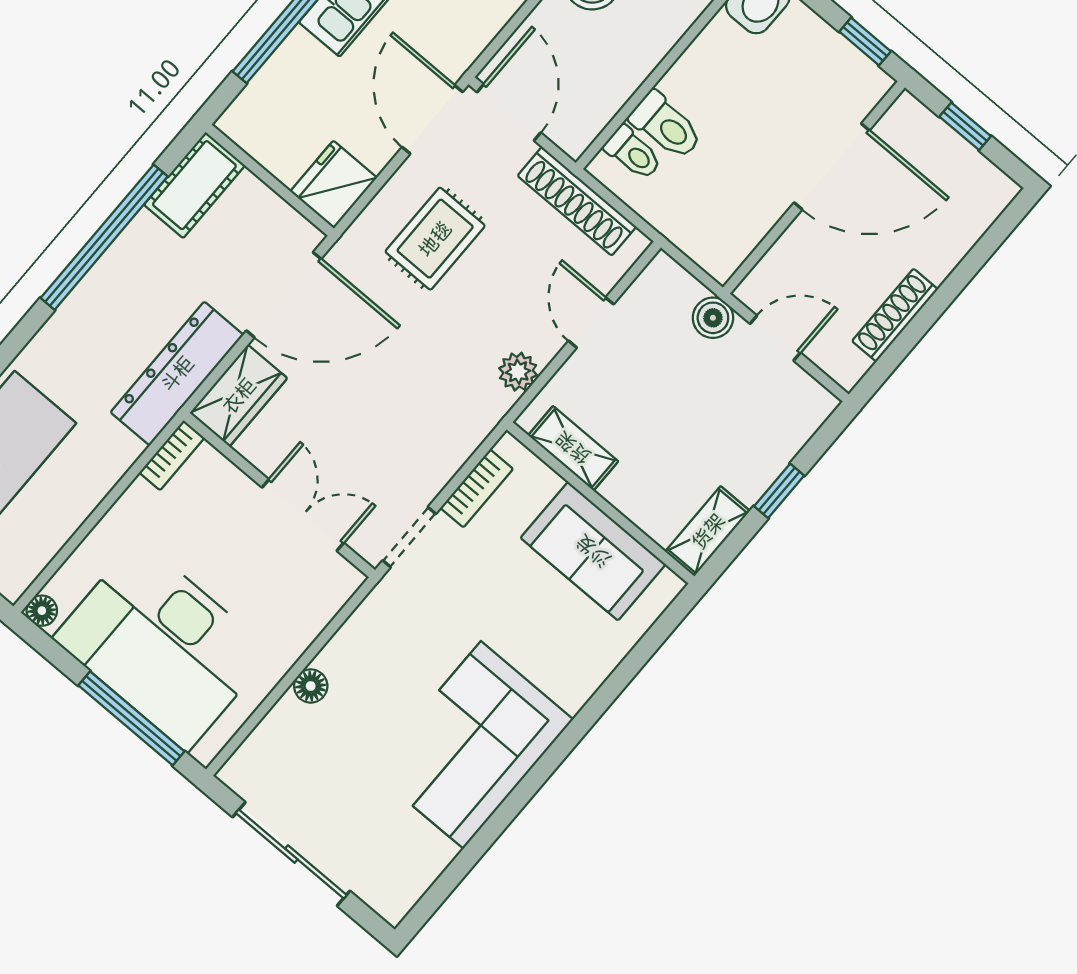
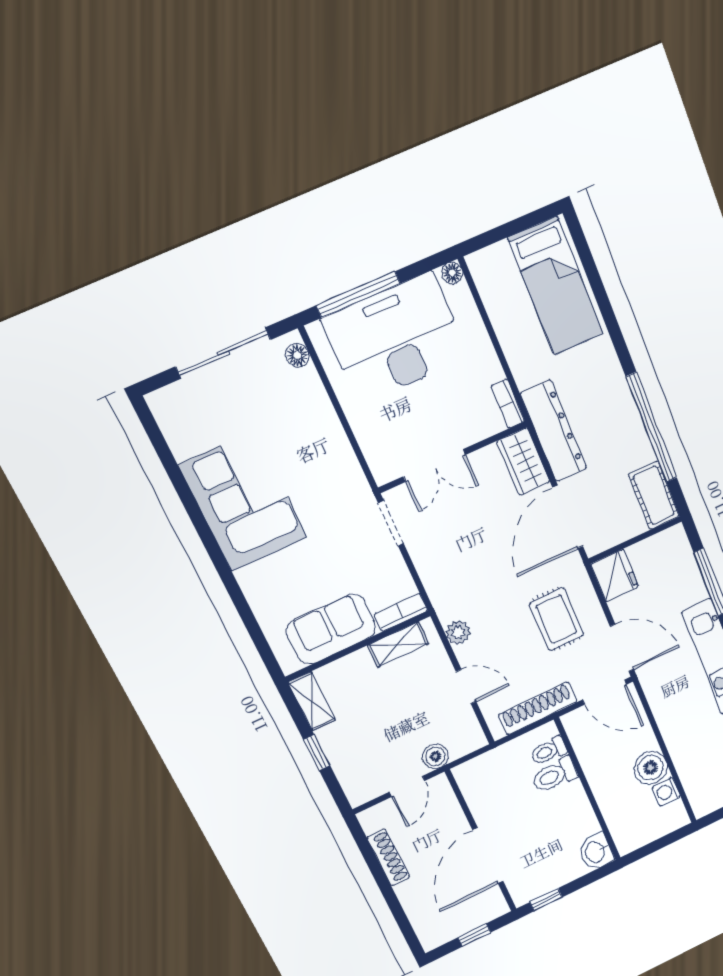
bookcase: (477, 488) -> (401, 612), moved, turned 90
floor lamp: (311, 686) -> (297, 355), moved

